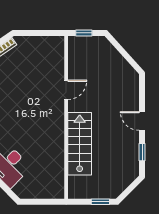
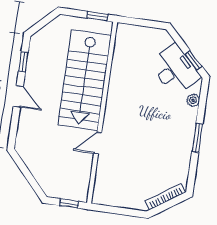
stairs: (80, 144) -> (85, 80), width x1.36, depth x1.51
window: (100, 202) -> (97, 16), moved

